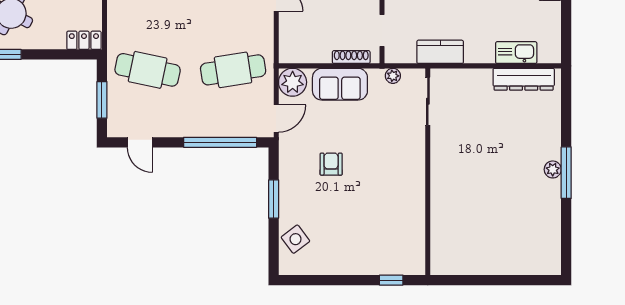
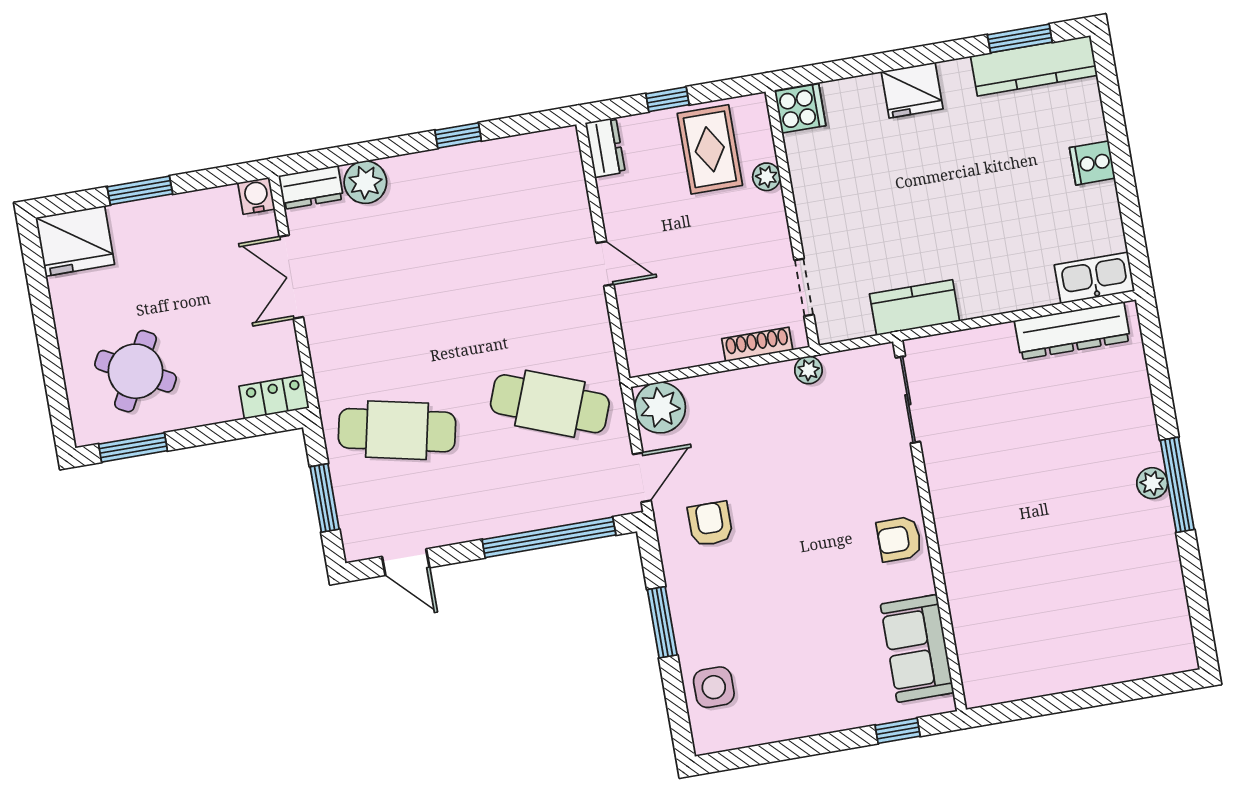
kitchen sink: (516, 53) -> (1094, 278), moved
cafe table: (233, 70) -> (550, 404), turned 30
plant: (393, 76) -> (808, 370), moved
sofa: (340, 84) -> (917, 648), moved, turned 90
armchair: (331, 164) -> (710, 524), moved
armchair: (410, 176) -> (899, 539), added
side table: (295, 239) -> (714, 687), turned 37

